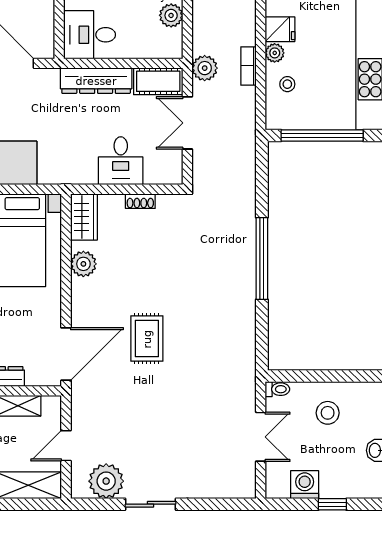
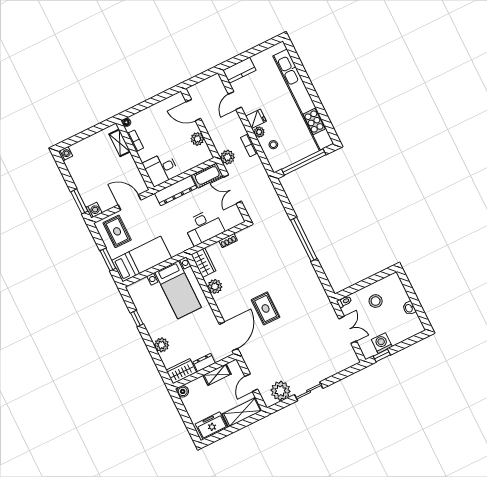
desk: (121, 161) -> (204, 227), width x1.37
window: (332, 504) -> (382, 355), moved

